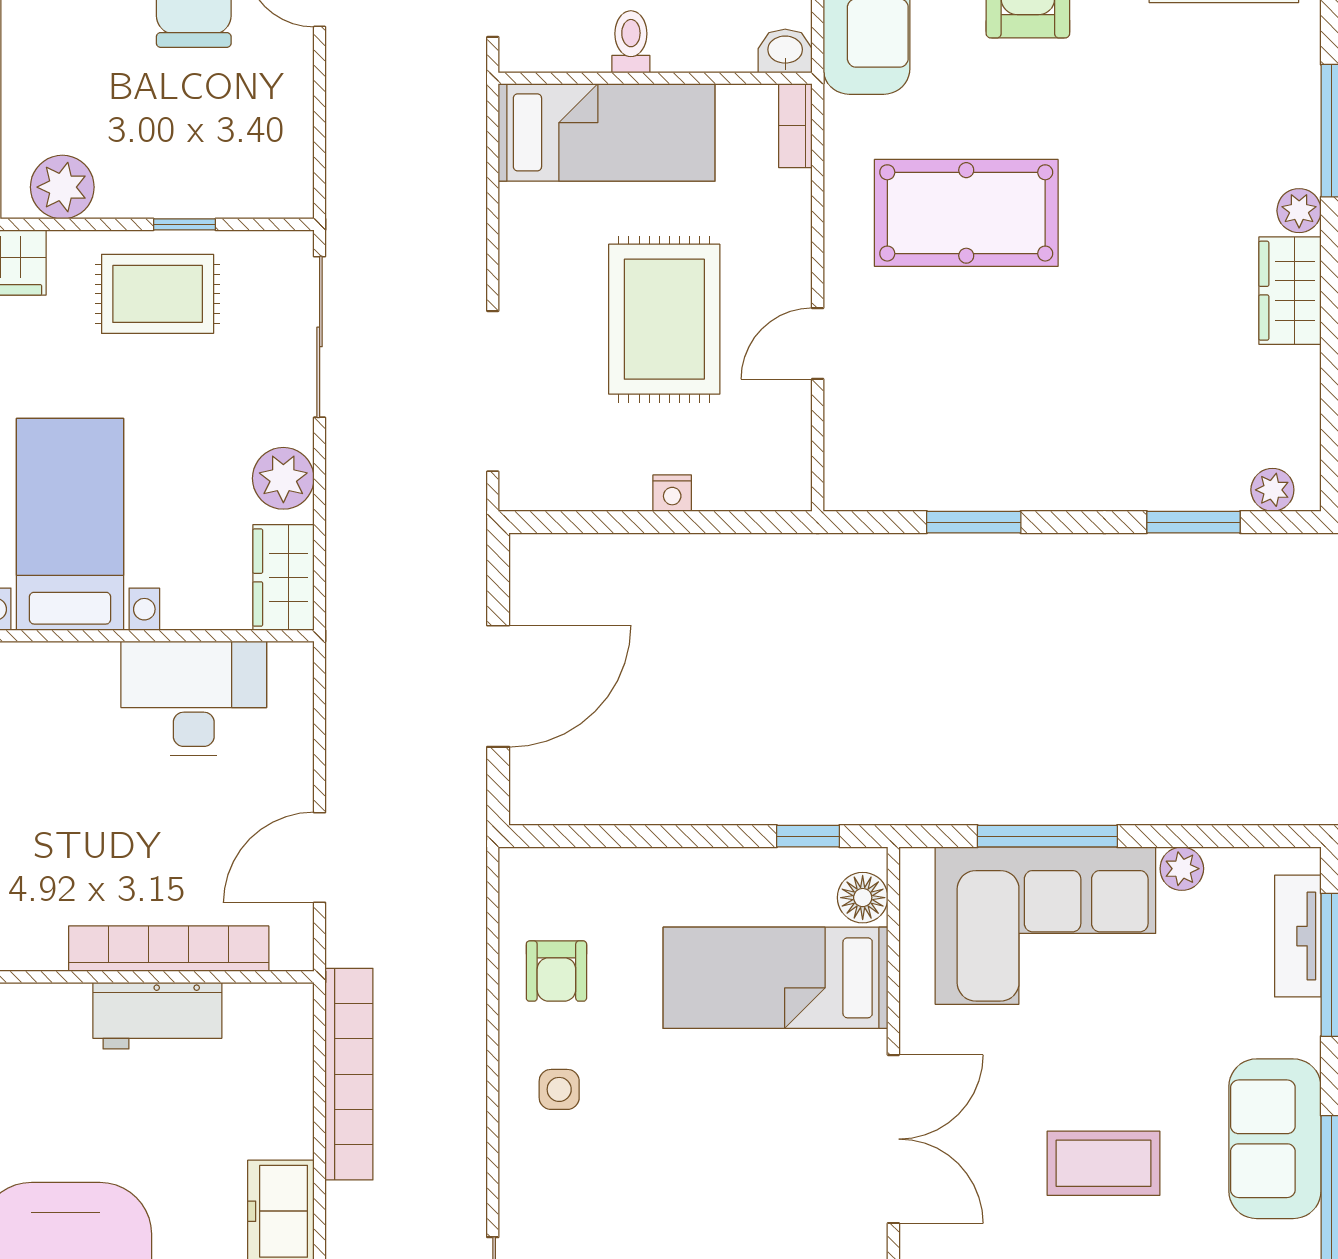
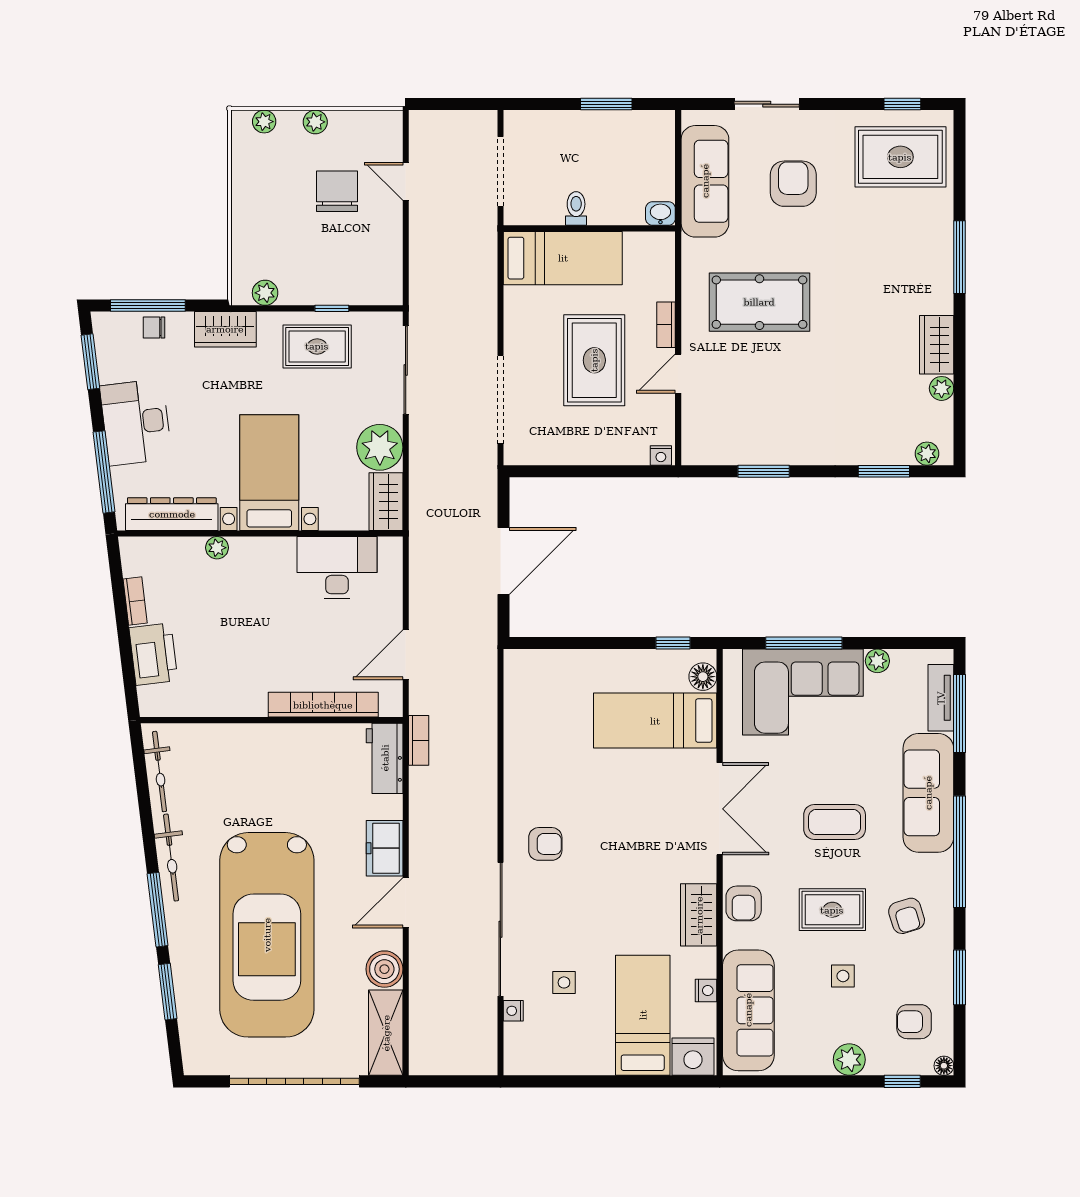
bookcase: (795, 126) -> (666, 325), moved
plant: (62, 187) -> (265, 293), width x0.73, depth x0.73
plant: (1299, 211) -> (942, 388), moved
plant: (283, 478) -> (380, 447), width x1.36, depth x1.36
nightstand: (672, 493) -> (661, 455), moved
armchair: (556, 971) -> (545, 844), moved, turned -90
workbench: (157, 1016) -> (385, 758), moved, turned 90
bookcase: (349, 1074) -> (419, 740), width x0.43, depth x0.76
side table: (559, 1089) -> (537, 782), removed
sofa: (1275, 1139) -> (928, 793), width x1.36

